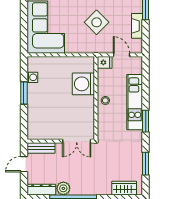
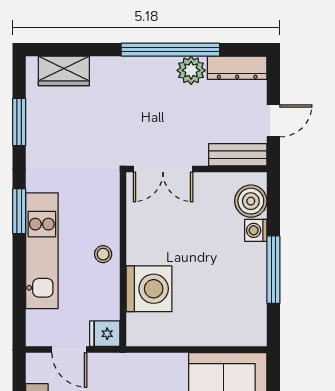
washing machine: (32, 77) -> (256, 230), moved
window: (24, 93) -> (273, 270), width x1.44
boiler: (35, 126) -> (251, 201), added
double door: (77, 141) -> (163, 169), swing flipped

